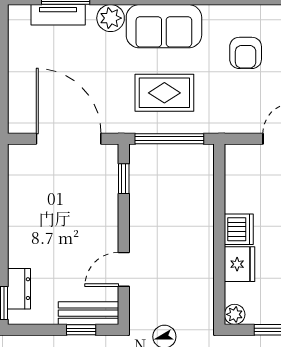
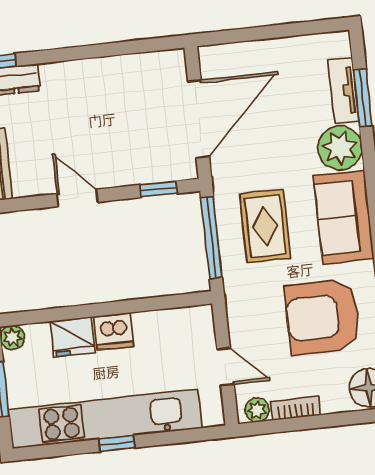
plant: (111, 18) -> (340, 148), width x1.36, depth x1.36
armchair: (246, 53) -> (323, 317), width x1.88, depth x1.88
door: (124, 269) -> (77, 198), moved

